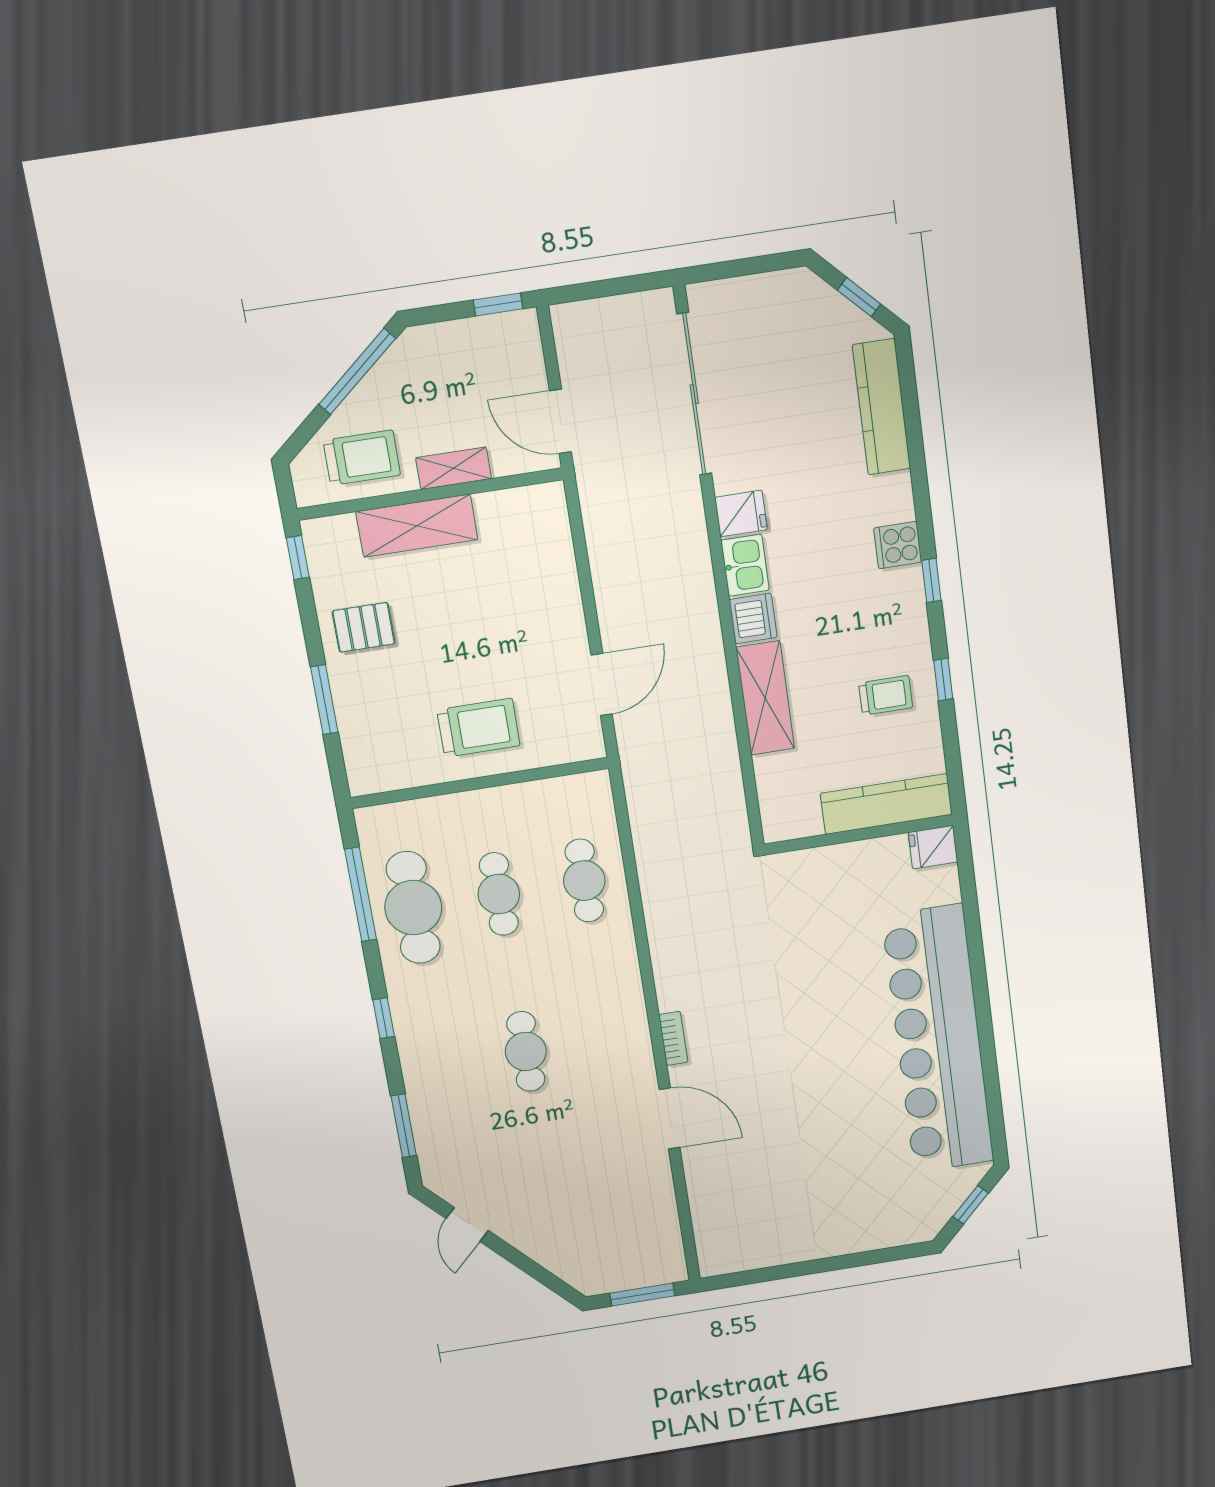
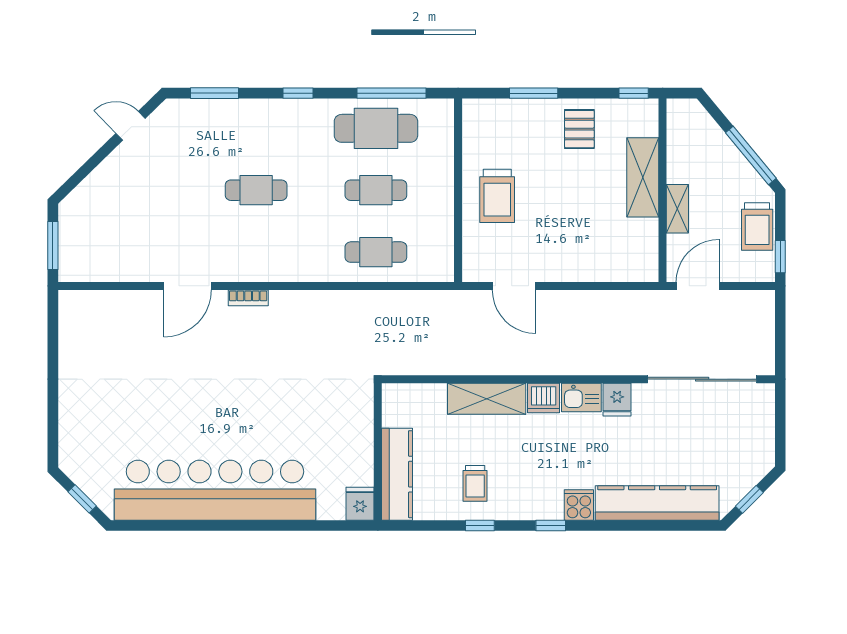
kitchen counter: (881, 407) -> (657, 503), width x1.39, depth x1.17
trolley: (362, 458) -> (757, 227), moved

